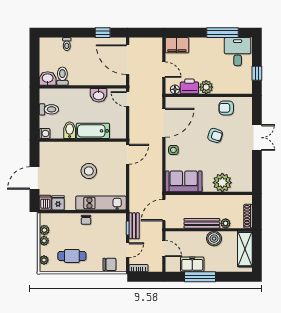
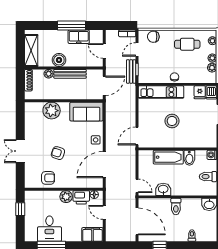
desk: (238, 52) -> (49, 229), moved
toilet: (62, 76) -> (176, 207), moved

